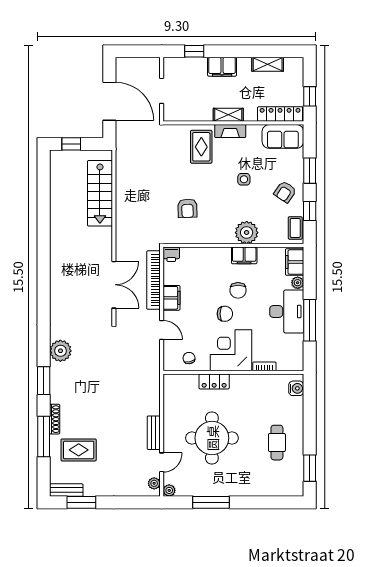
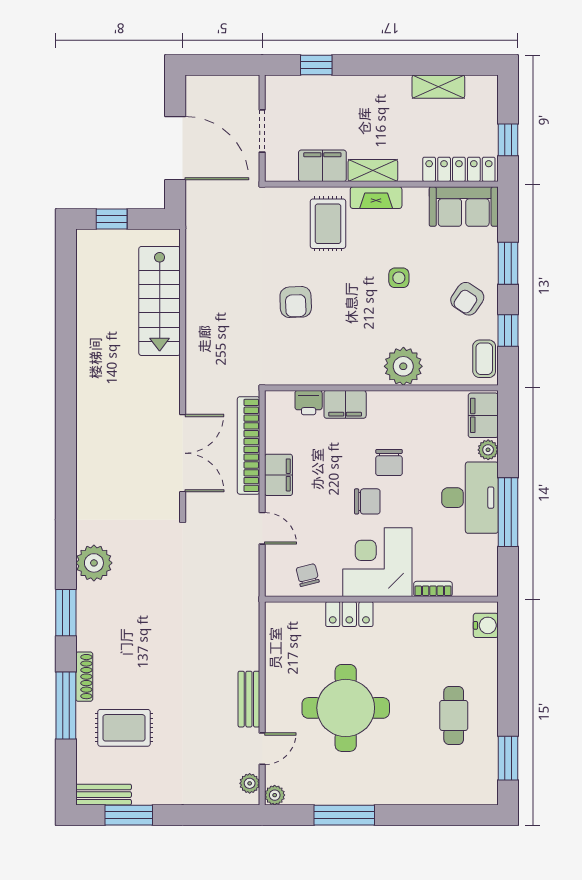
filing cabinet: (222, 67) -> (322, 166), moved, turned 180
armchair: (187, 208) -> (296, 302), moved
printer: (171, 254) -> (309, 403), moved
filing cabinet: (244, 255) -> (345, 404), moved

